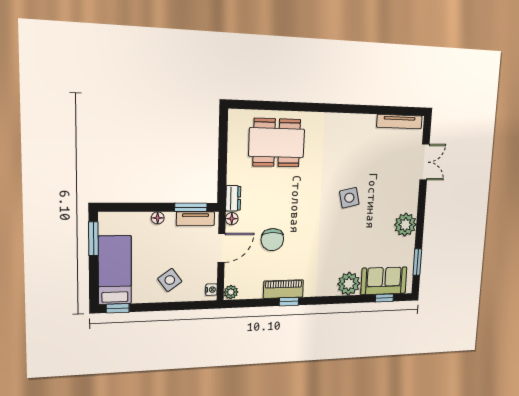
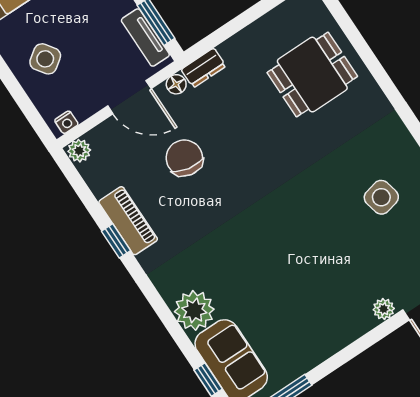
dining table: (277, 143) -> (312, 75), width x0.73
side table: (349, 198) -> (381, 197), moved
plant: (405, 225) -> (384, 309), moved, width x0.53, depth x0.53
chair: (272, 240) -> (184, 158), turned 101

